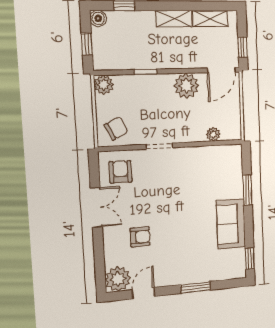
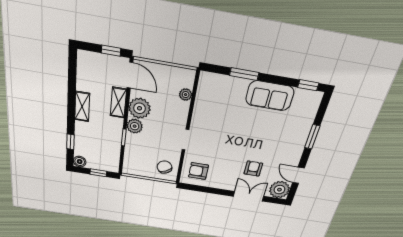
shelving: (210, 18) -> (118, 103), moved
plant: (104, 85) -> (135, 126), moved
double door: (96, 207) -> (248, 196), moved

